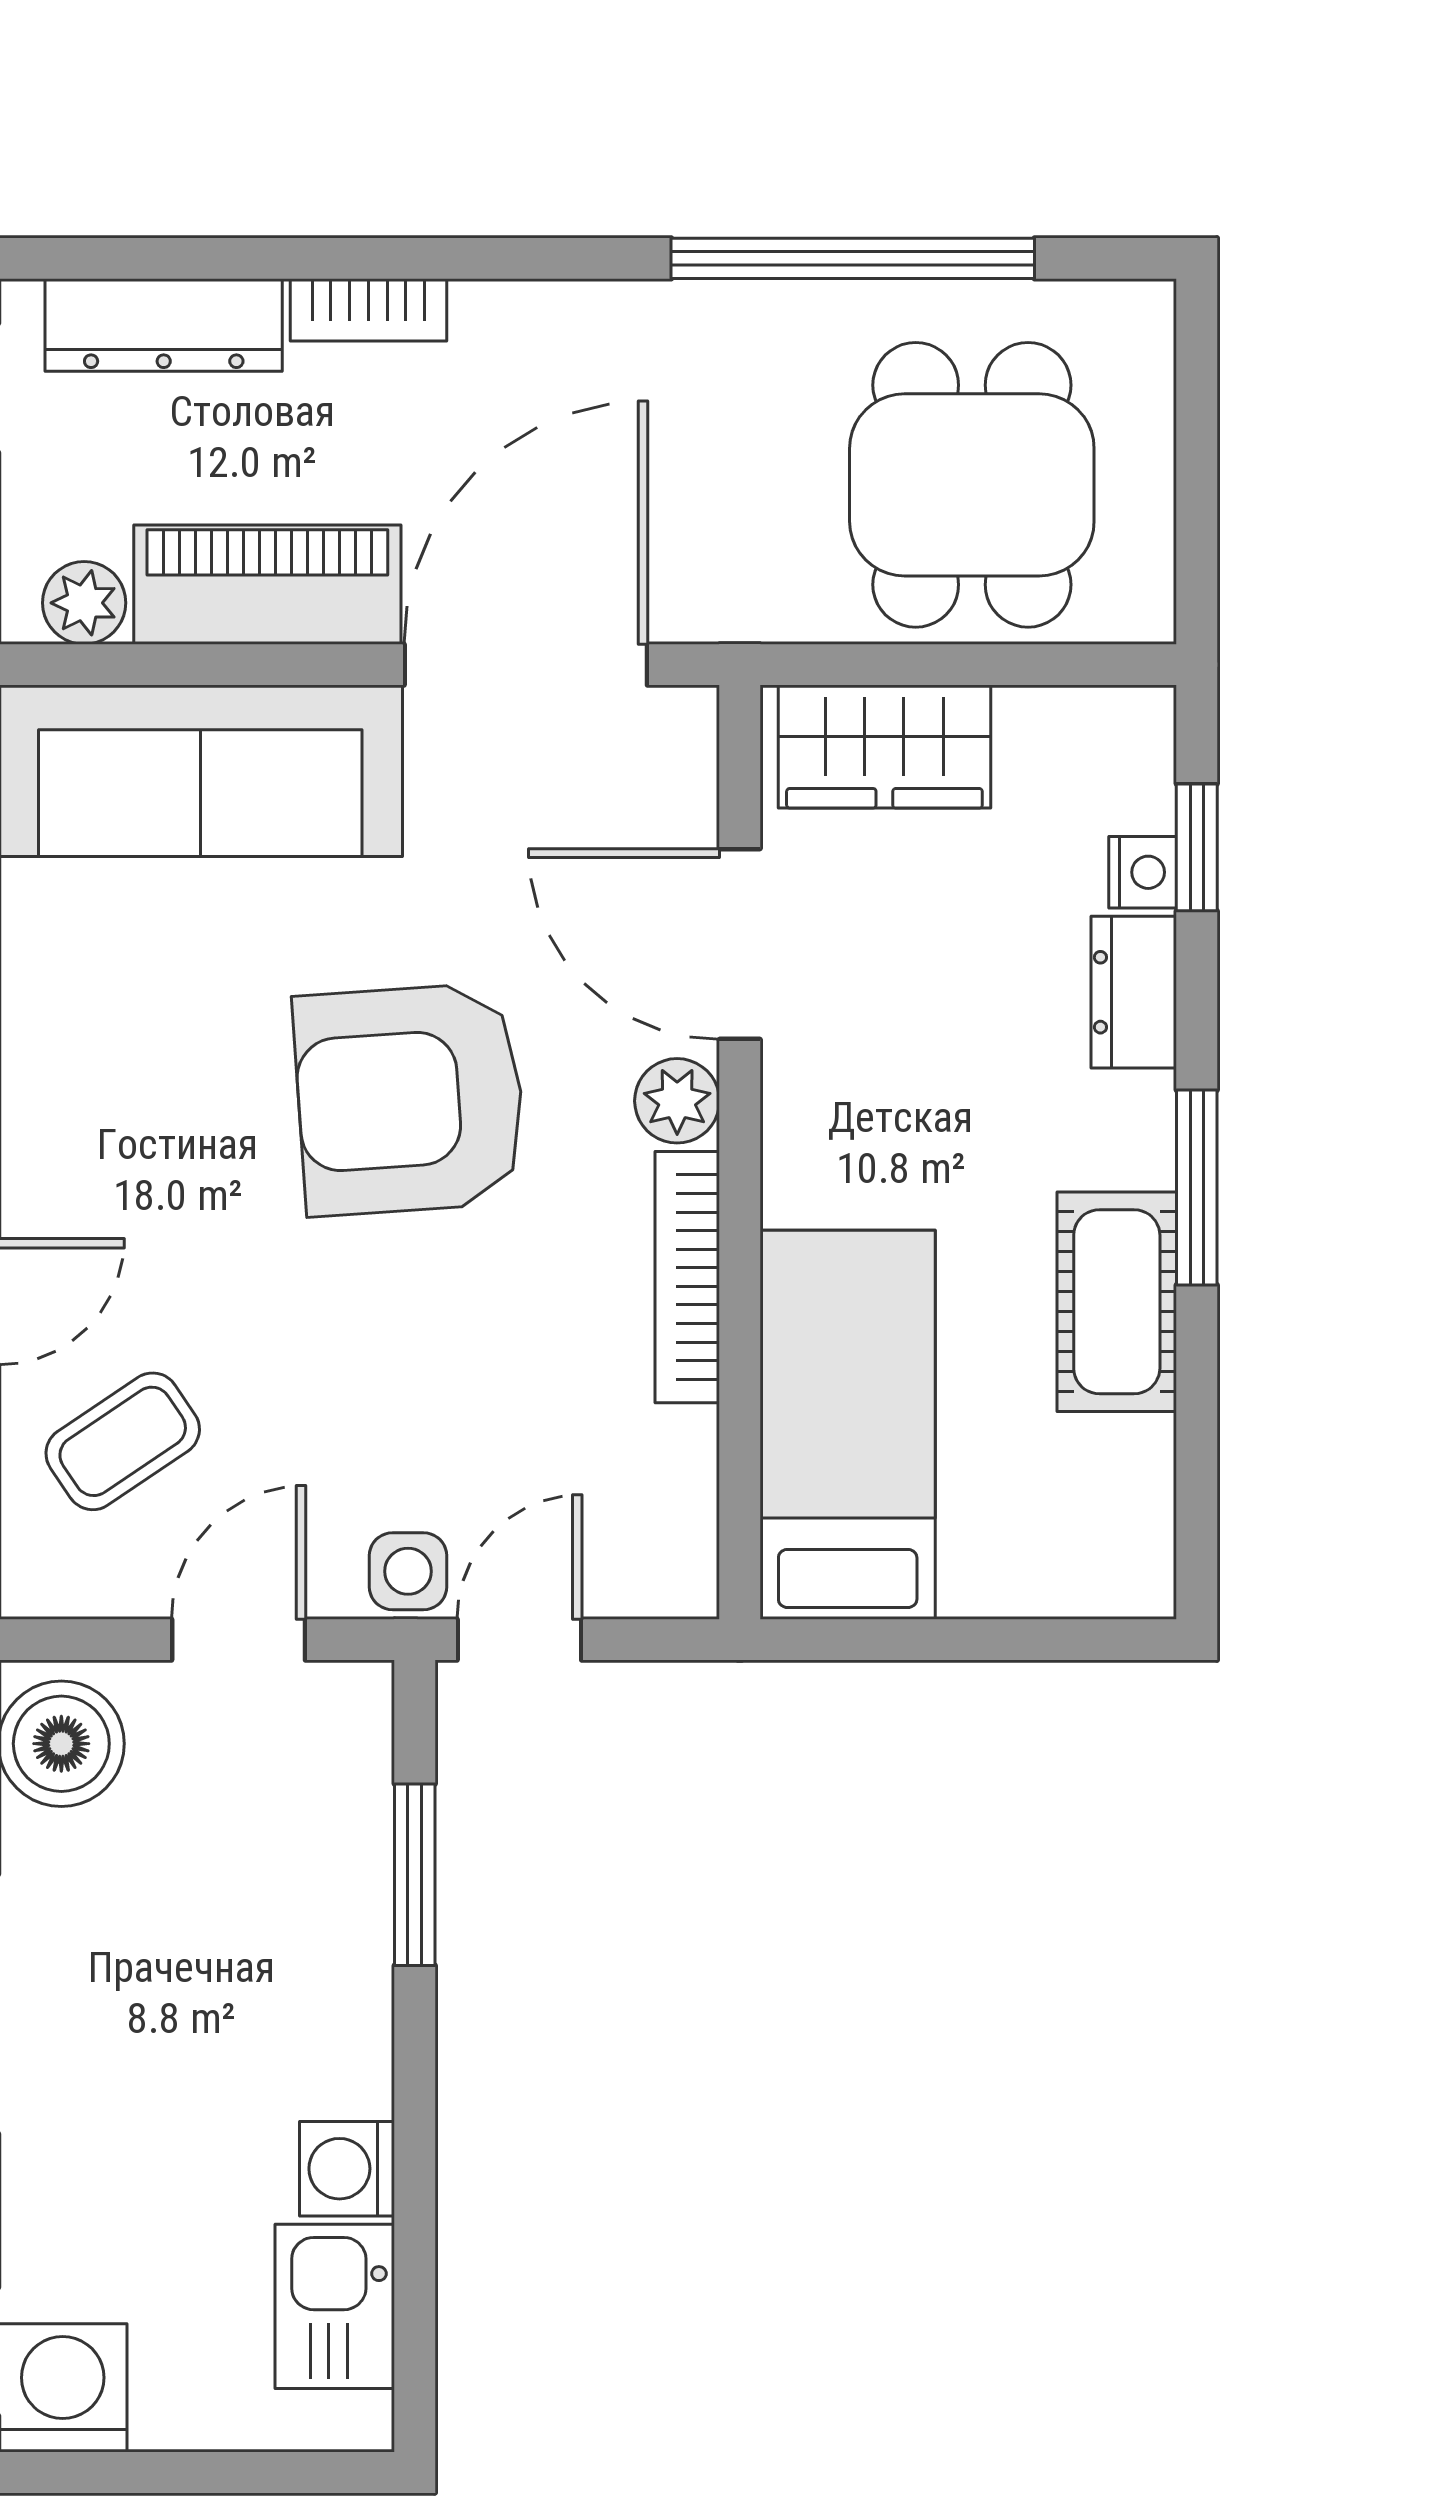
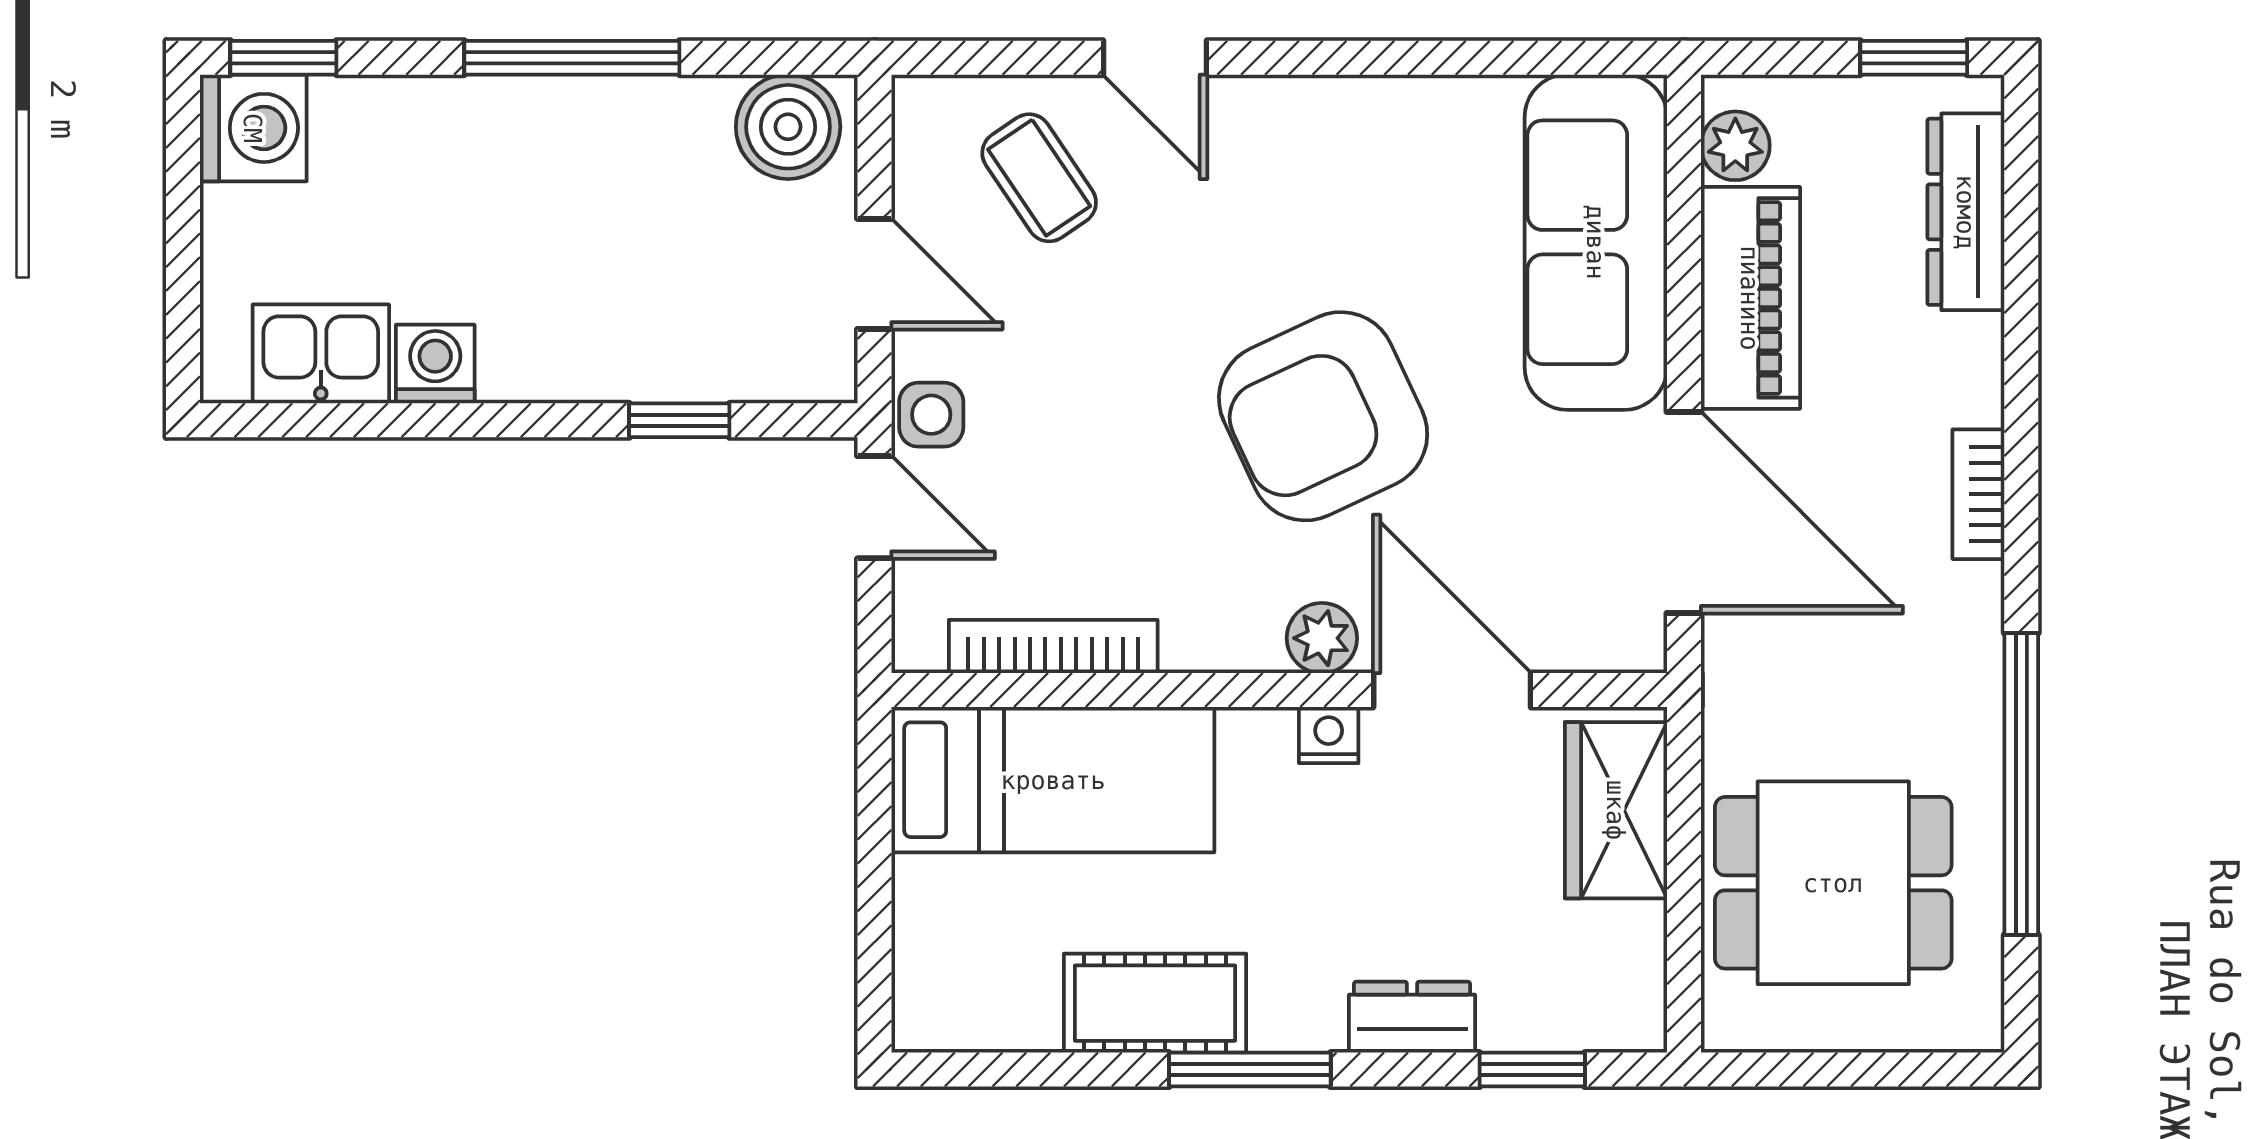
bookcase: (368, 310) -> (1978, 494), moved
nightstand: (1143, 872) -> (1329, 735), moved, turned 180
door: (740, 944) -> (1452, 690), hinge flipped
armchair: (410, 1099) -> (1323, 416), turned -111
bookcase: (687, 1277) -> (1053, 647), moved
window: (415, 1875) -> (679, 420), width x0.67

